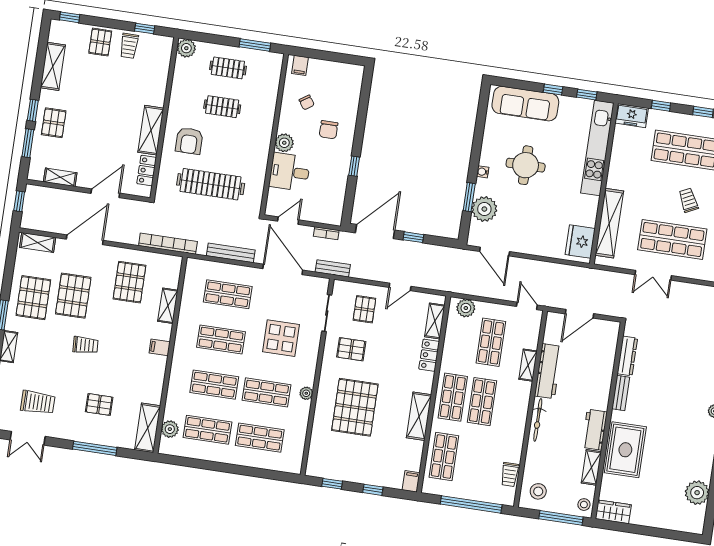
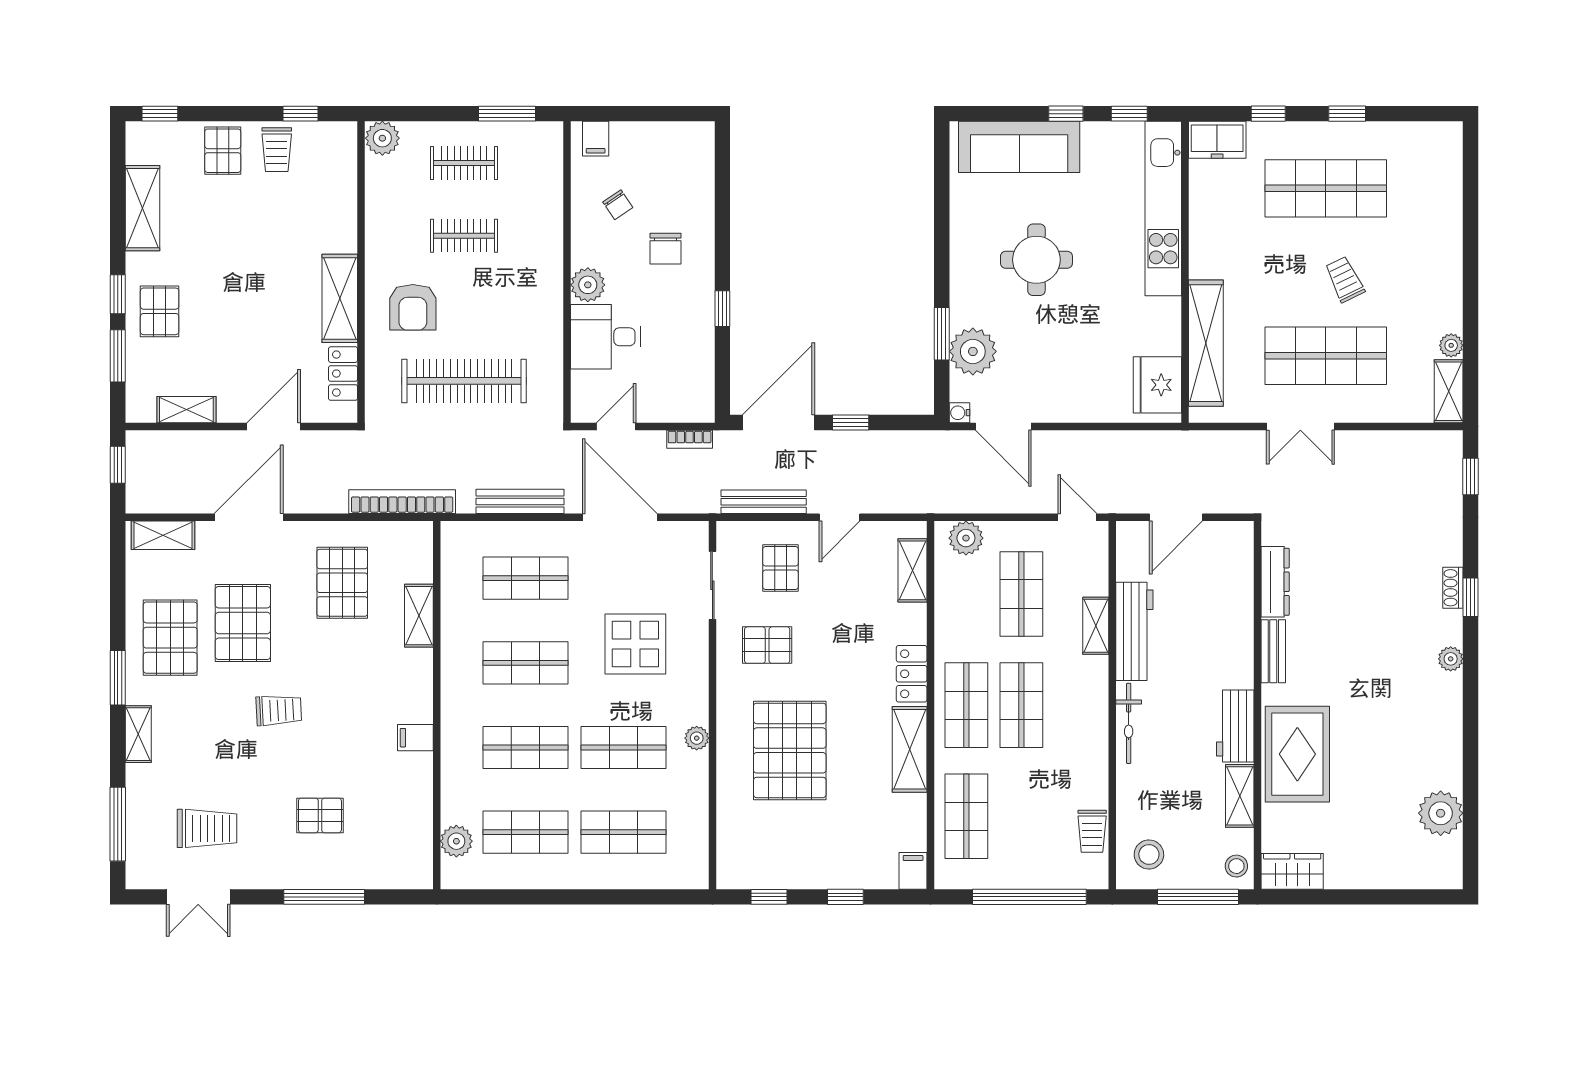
water cooler: (483, 172) -> (959, 413), moved
bench: (333, 268) -> (764, 502), moved, width x1.36
filing cabinet: (160, 347) -> (415, 738), moved
locker: (429, 355) -> (912, 674), moved
shelving: (148, 428) -> (415, 845), removed

